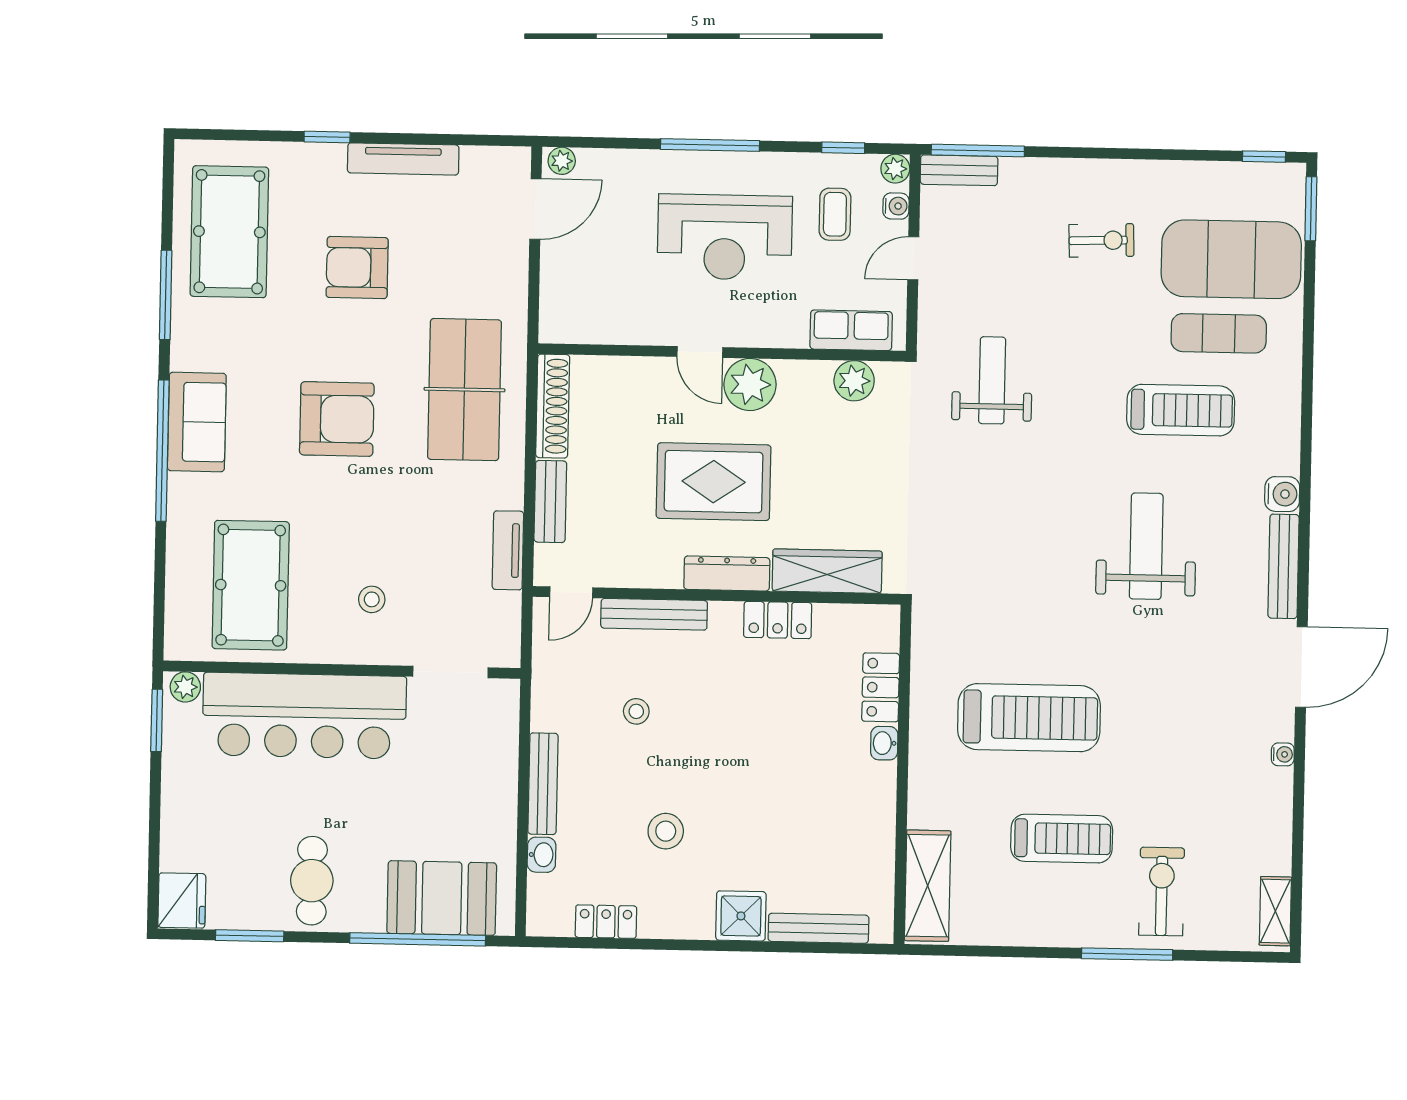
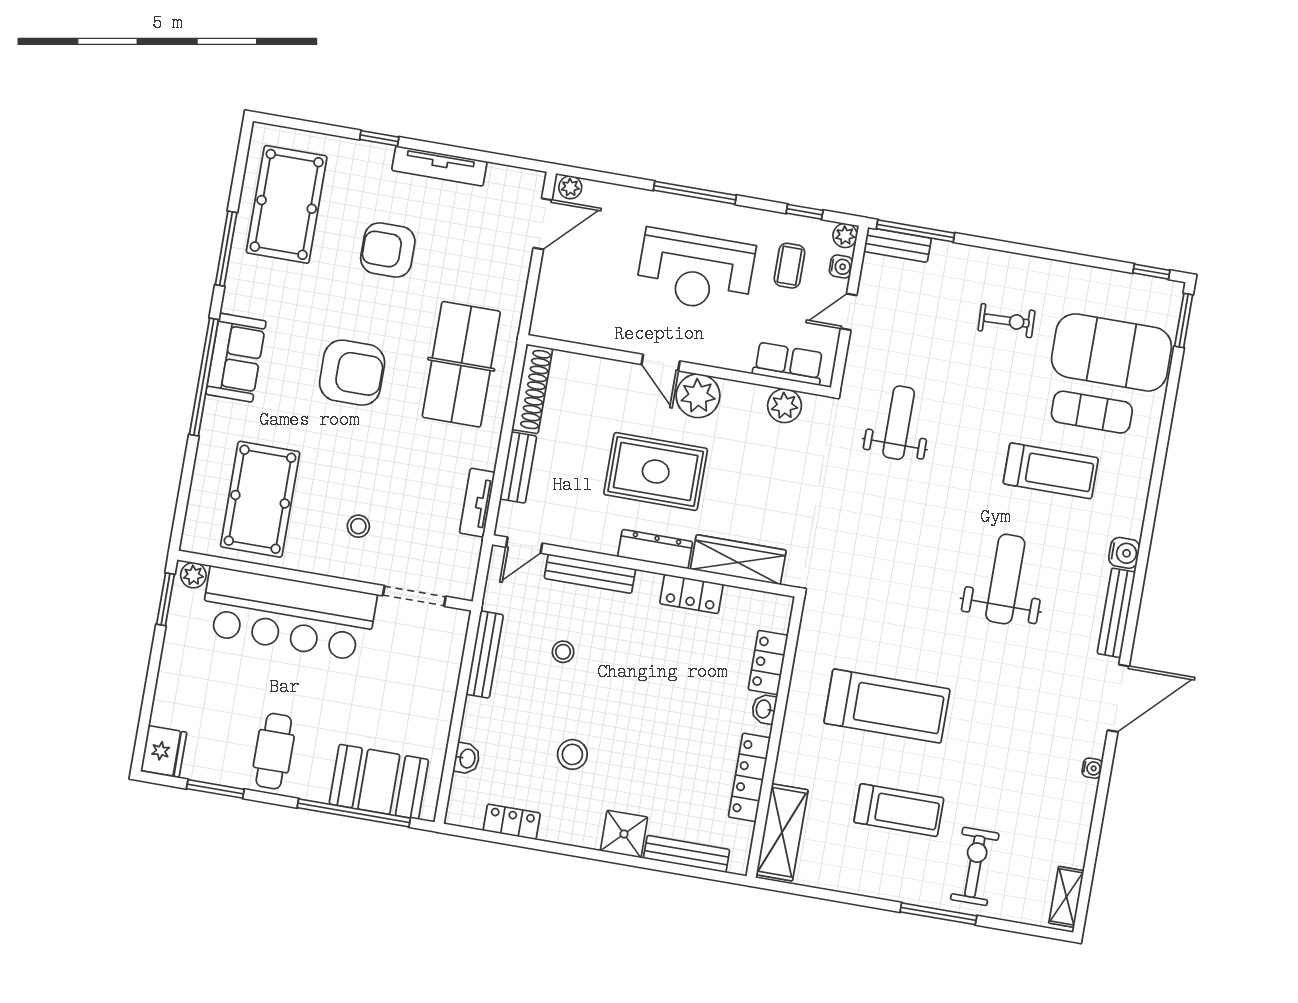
bench: (543, 784) -> (485, 654), moved
locker: (879, 827) -> (749, 777), added

